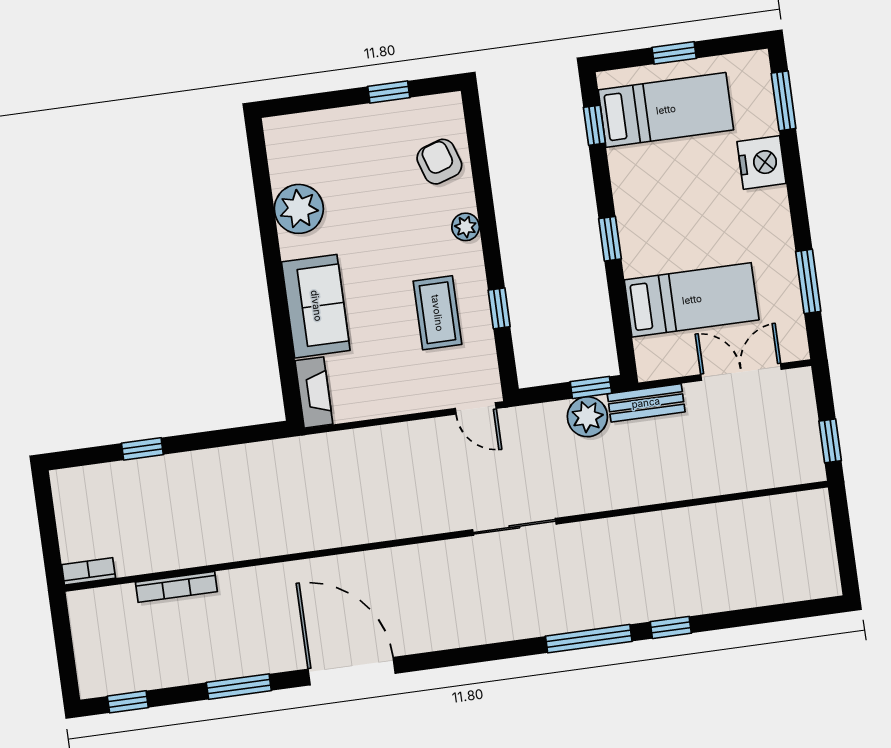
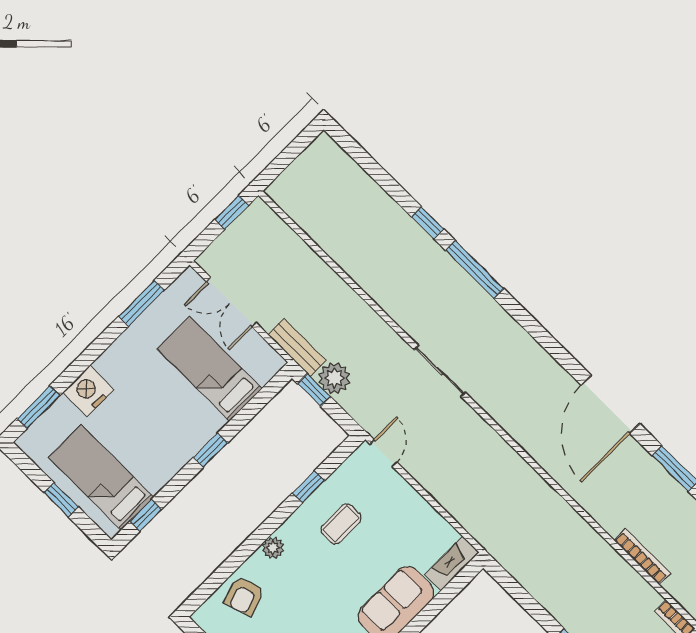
coffee table: (437, 313) -> (341, 524), width x0.73, depth x0.77

